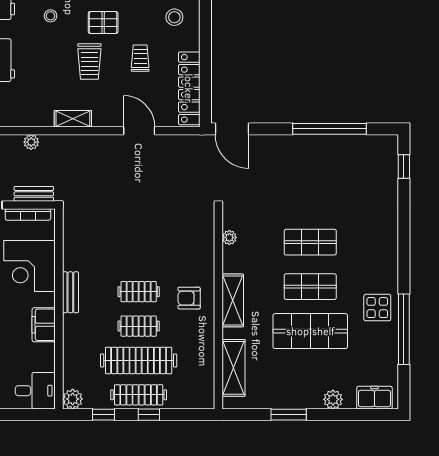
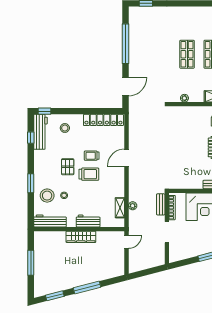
trolley: (140, 58) -> (92, 156), moved
shelving: (73, 119) -> (120, 208), moved
door: (232, 129) -> (125, 87), moved
door: (139, 131) -> (127, 158), moved

